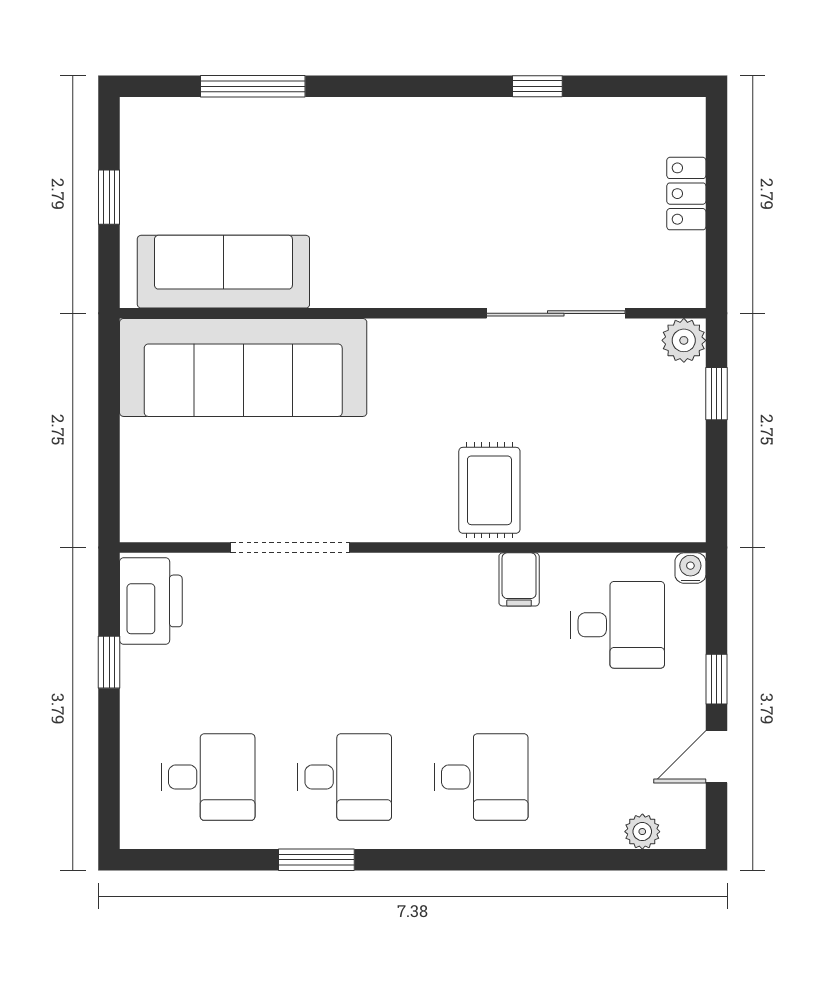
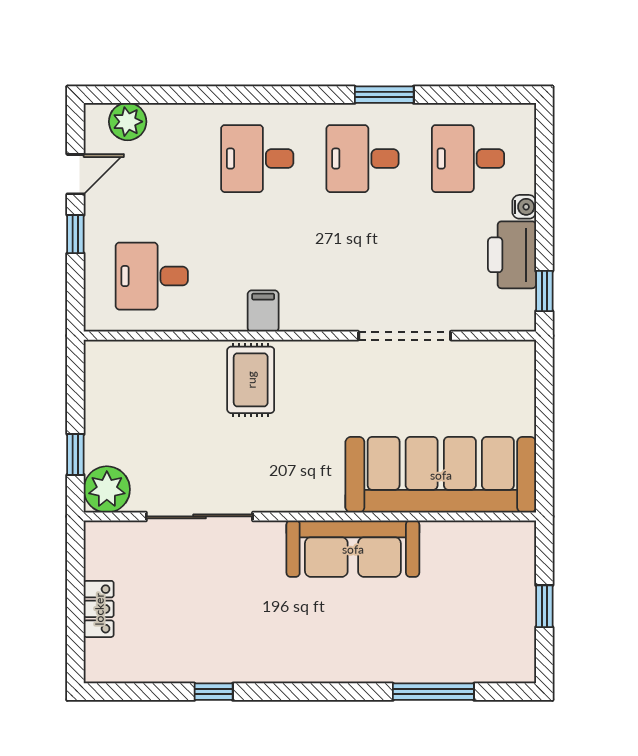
sofa: (223, 272) -> (353, 549), moved
plant: (684, 340) -> (107, 489), width x1.36, depth x1.36
water cooler: (690, 568) -> (524, 207), moved, turned -90
filing cabinet: (519, 579) -> (263, 311), moved
printer: (151, 601) -> (512, 255), moved
window: (109, 662) -> (544, 291), moved
plant: (642, 832) -> (128, 122), width x1.38, depth x1.38

